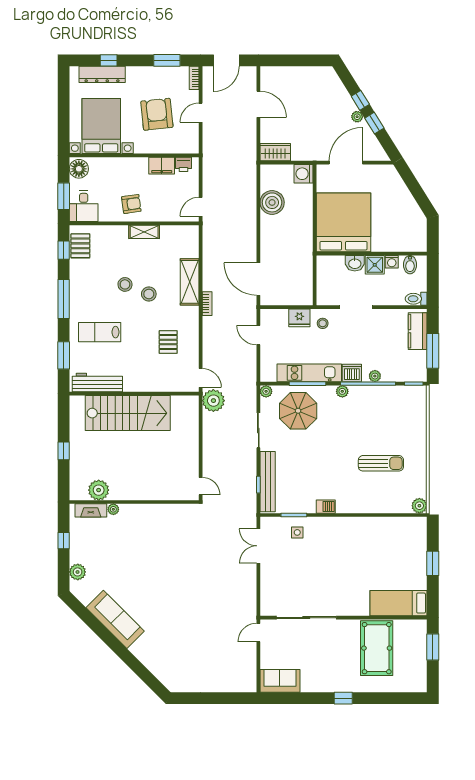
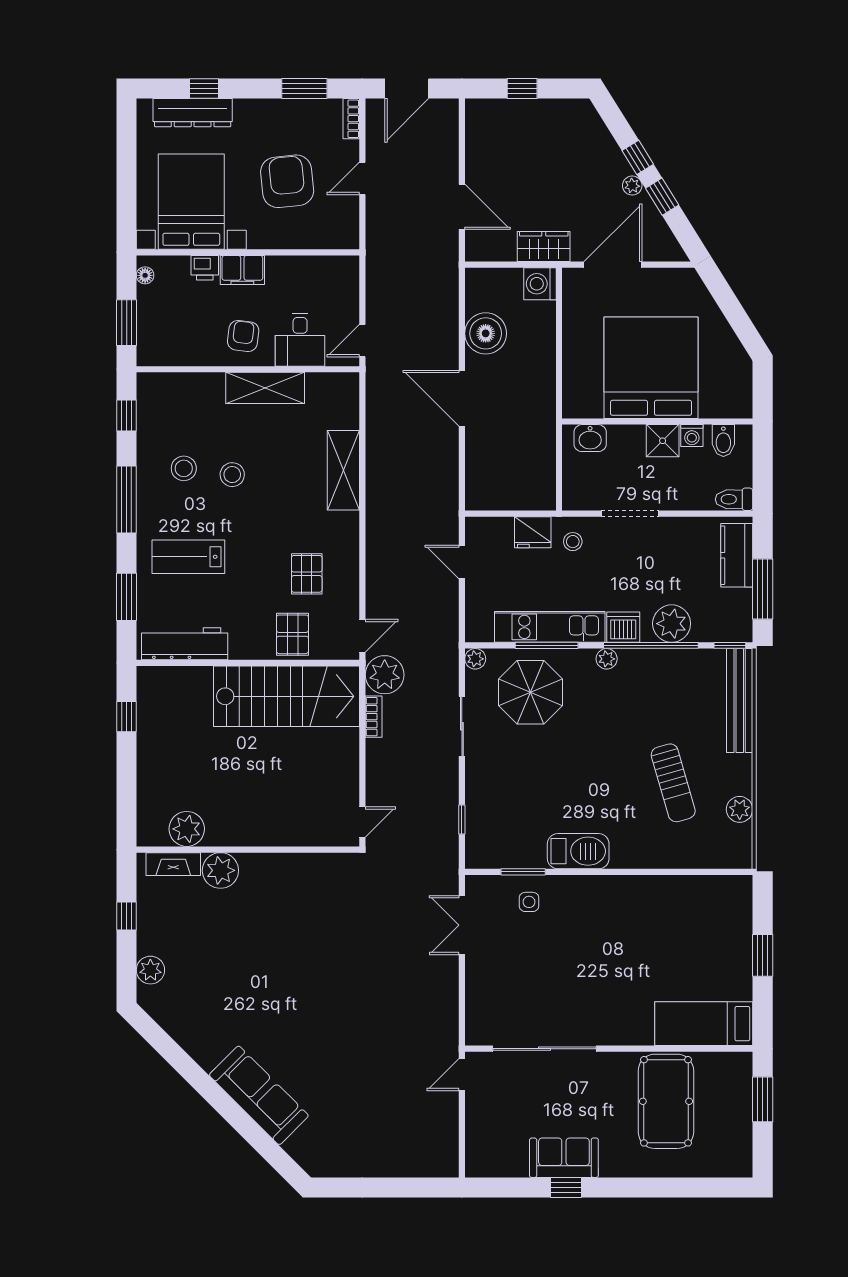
window: (293, 60) -> (522, 89), added
door: (258, 104) -> (462, 207), moved
wardrobe: (275, 152) -> (544, 247), moved
printer: (184, 164) -> (205, 268), moved
filing cabinet: (162, 166) -> (242, 270), moved
floor lamp: (79, 169) -> (145, 275), width x0.53, depth x0.53
armchair: (131, 204) -> (243, 336), turned -75
desk: (84, 206) -> (300, 340), moved
bed: (343, 222) -> (651, 368), moved
shelving: (144, 232) -> (265, 388), width x1.50, depth x1.33
pallet: (80, 246) -> (292, 634), moved
washbasin: (355, 263) -> (590, 438), moved
door: (258, 279) -> (462, 398), moved
stool: (149, 294) -> (184, 468), moved
bookcase: (207, 304) -> (374, 717), moved
plant: (375, 376) -> (672, 624), width x1.88, depth x1.88
door: (201, 378) -> (362, 636), hinge flipped
stairs: (128, 413) -> (286, 696), moved
window: (64, 451) -> (127, 717), moved
sun lounger: (381, 463) -> (673, 783), turned 74
bench: (268, 482) -> (740, 701), moved
door: (201, 486) -> (362, 822), hinge flipped
plant: (419, 506) -> (740, 809), moved
barbecue: (326, 507) -> (578, 851), width x1.88, depth x1.53
plant: (113, 509) -> (220, 870), width x1.88, depth x1.88
sofa: (115, 619) -> (259, 1095), moved
sofa: (280, 681) -> (564, 1158), moved
window: (343, 698) -> (566, 1187), moved

